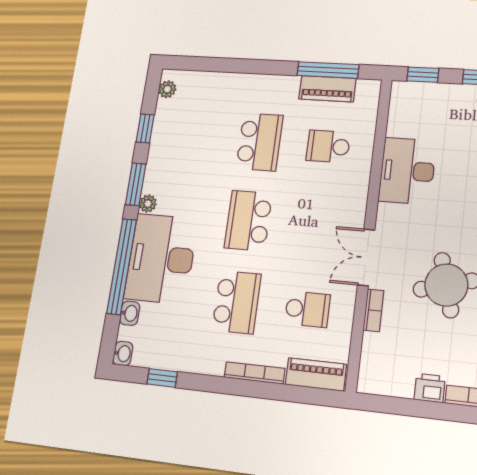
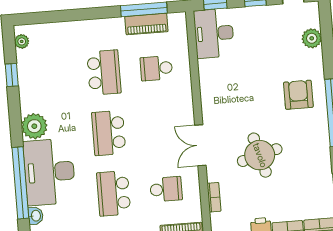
desk: (407, 171) -> (214, 33), moved
window: (136, 184) -> (15, 119), removed
plant: (148, 204) -> (34, 126), width x1.87, depth x1.87
school desk: (237, 302) -> (114, 193), turned 180
bookcase: (373, 310) -> (214, 197), moved

